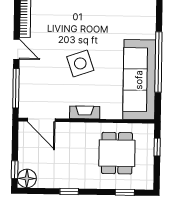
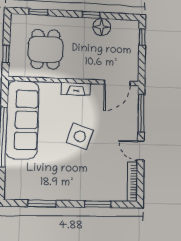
side table: (80, 63) -> (80, 136), turned 37
door: (41, 120) -> (117, 83), swing flipped
floor lamp: (27, 178) -> (102, 27), moved

